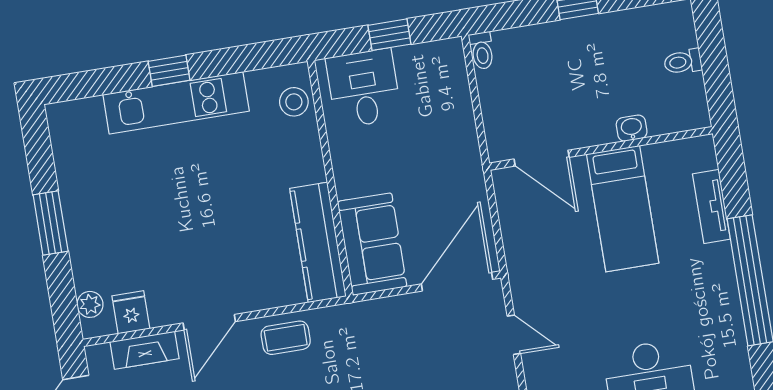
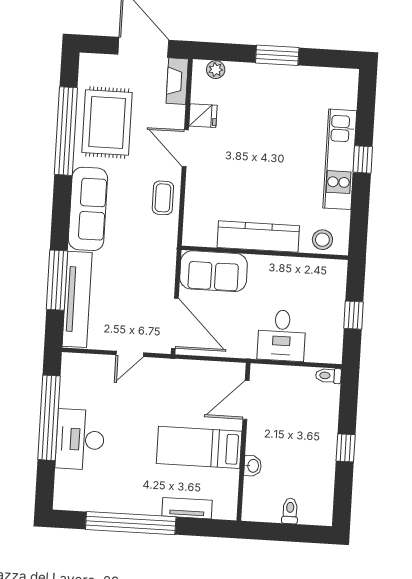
desk: (364, 88) -> (282, 335), moved, turned 90
kitchen counter: (318, 242) -> (258, 237), moved
fridge: (131, 312) -> (203, 116), moved
fireplace: (145, 350) -> (177, 81), moved

